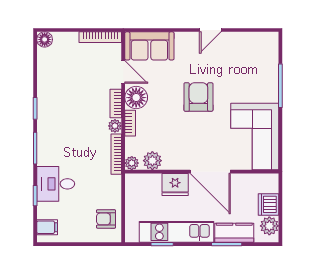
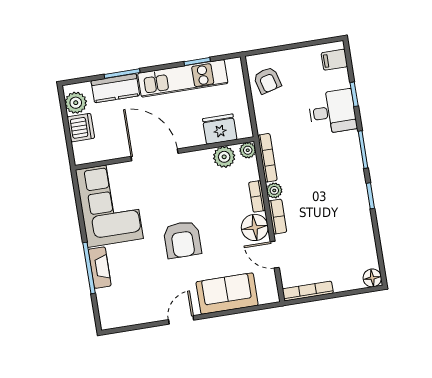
sofa: (149, 46) -> (227, 294), moved
fireplace: (271, 85) -> (100, 268), added
fridge: (175, 185) -> (220, 129), moved
armchair: (106, 219) -> (267, 80), turned 75

